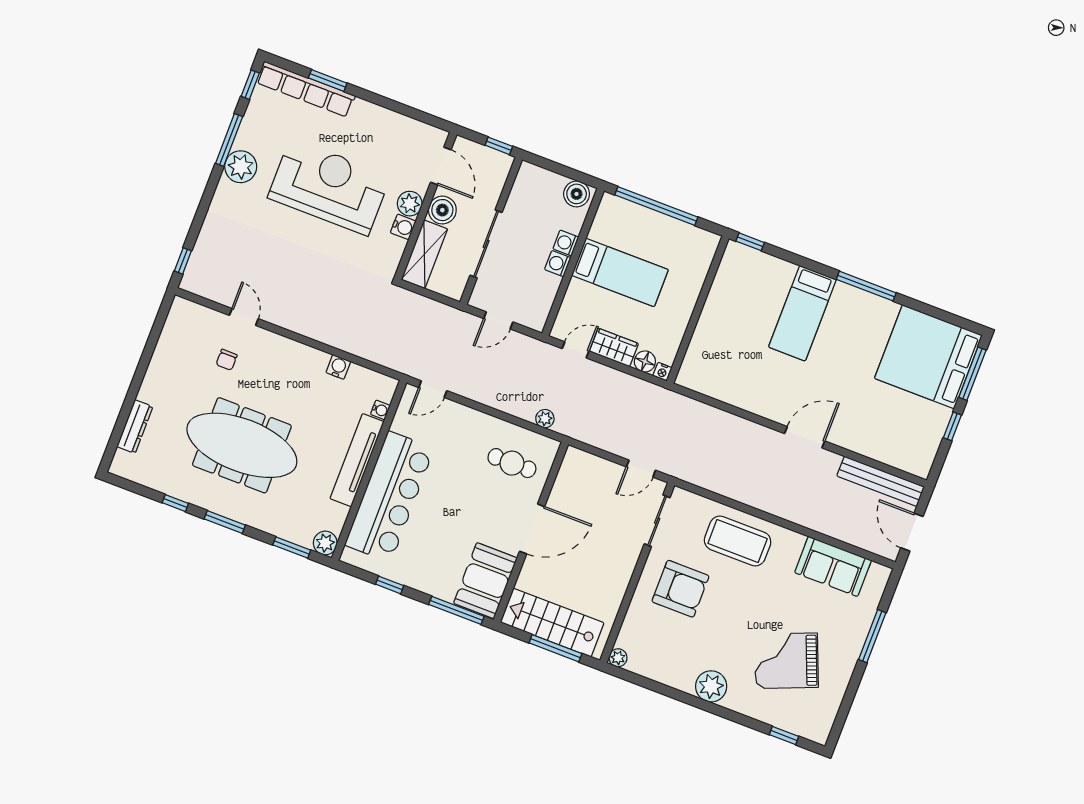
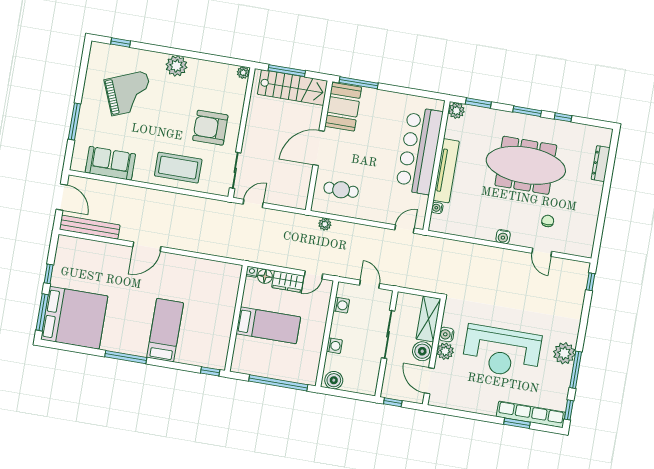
washing machine: (558, 264) -> (341, 305), moved
bed: (620, 272) -> (268, 325), moved, turned 180
door: (498, 320) -> (370, 284), hinge flipped
water cooler: (338, 367) -> (503, 237), moved
window: (390, 585) -> (407, 91), removed

